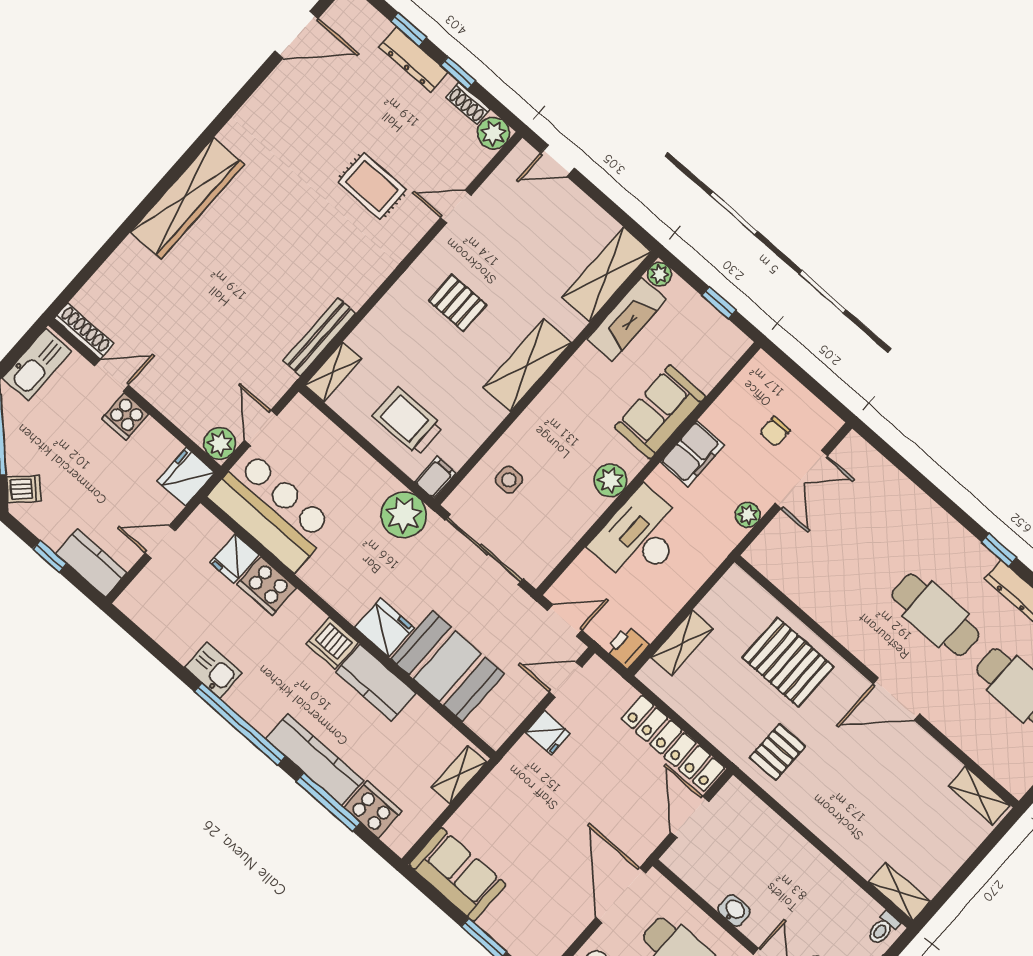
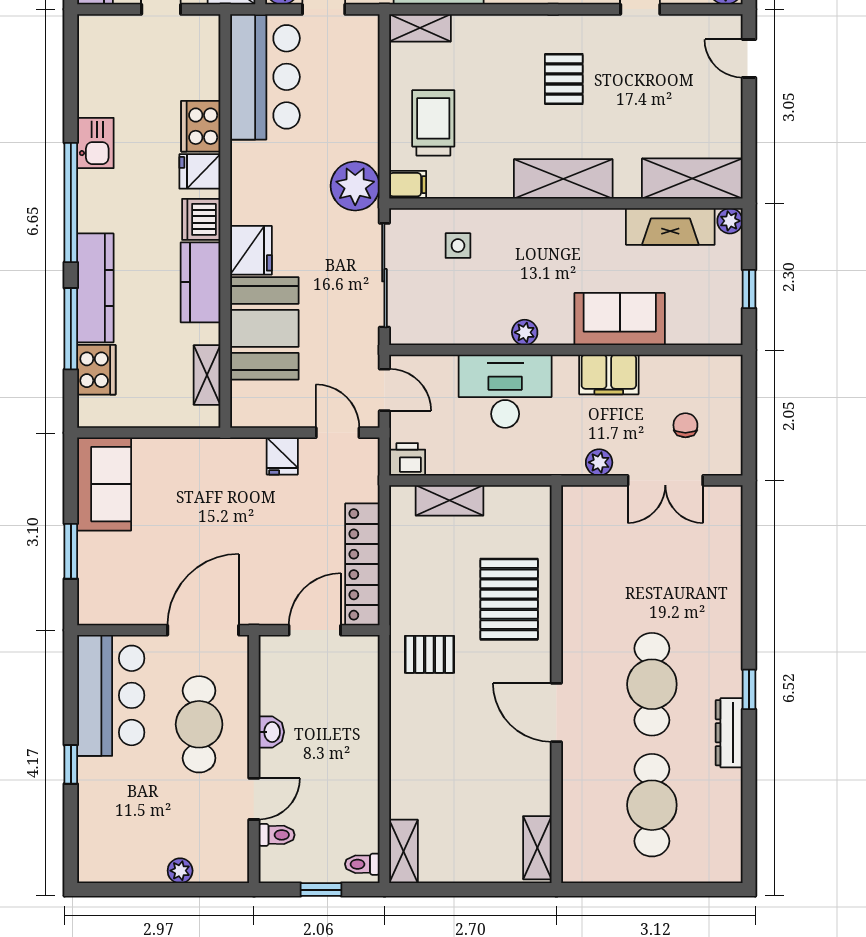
chair: (775, 431) -> (685, 425), turned 90
plant: (610, 480) -> (525, 332), width x0.73, depth x0.73
fridge: (235, 559) -> (200, 171), moved
shelving: (459, 775) -> (207, 375), moved, turned 90

